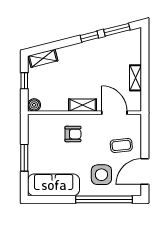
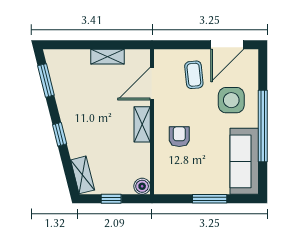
window: (89, 37) -> (60, 134), moved
door: (145, 172) -> (227, 45), hinge flipped
window: (104, 199) -> (263, 126), moved

